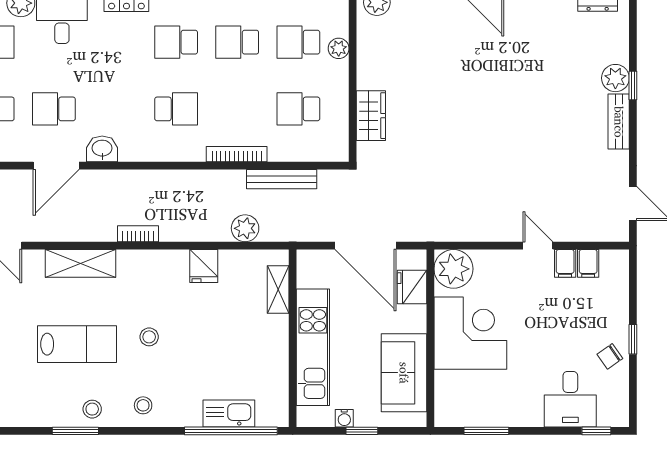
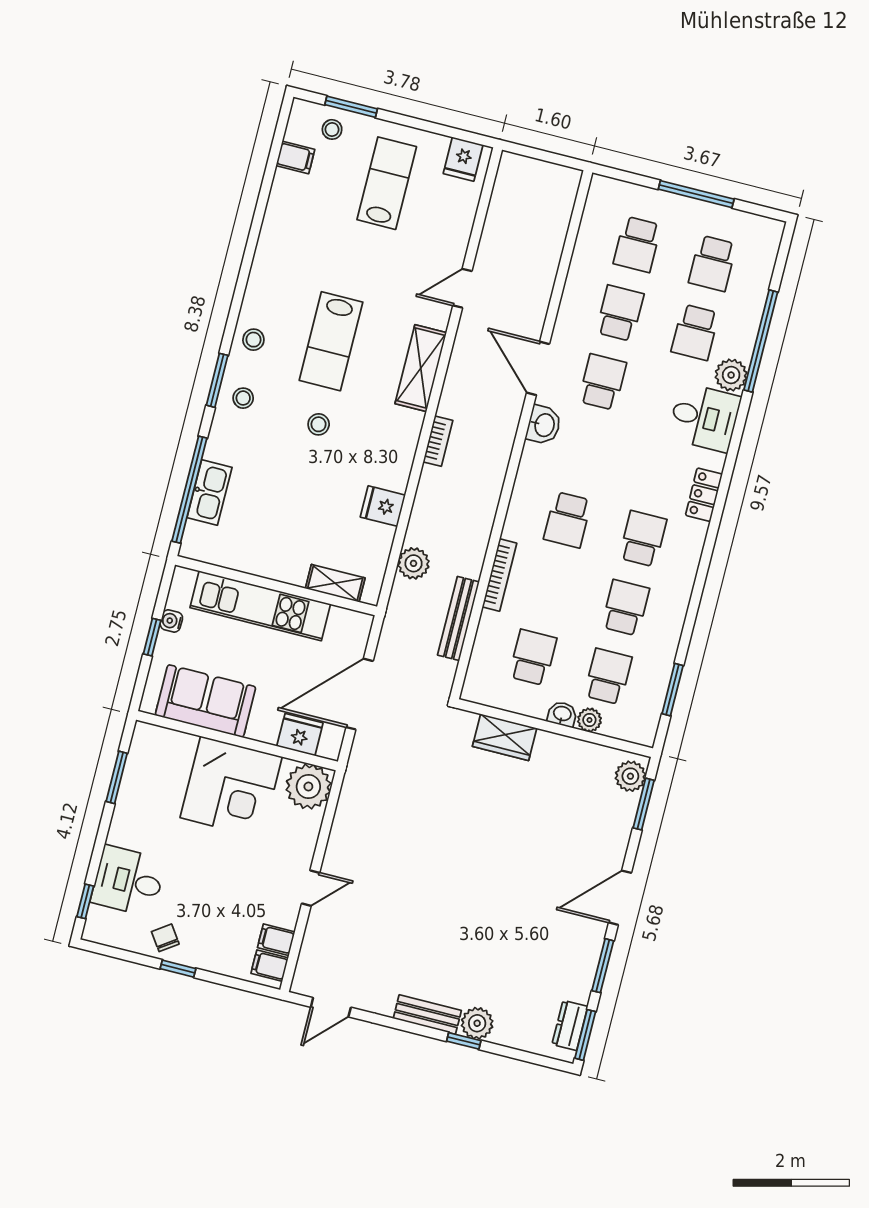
washbasin: (339, 72) -> (562, 714), added
filing cabinet: (565, 263) -> (270, 966), moved
window: (75, 431) -> (217, 380), moved

